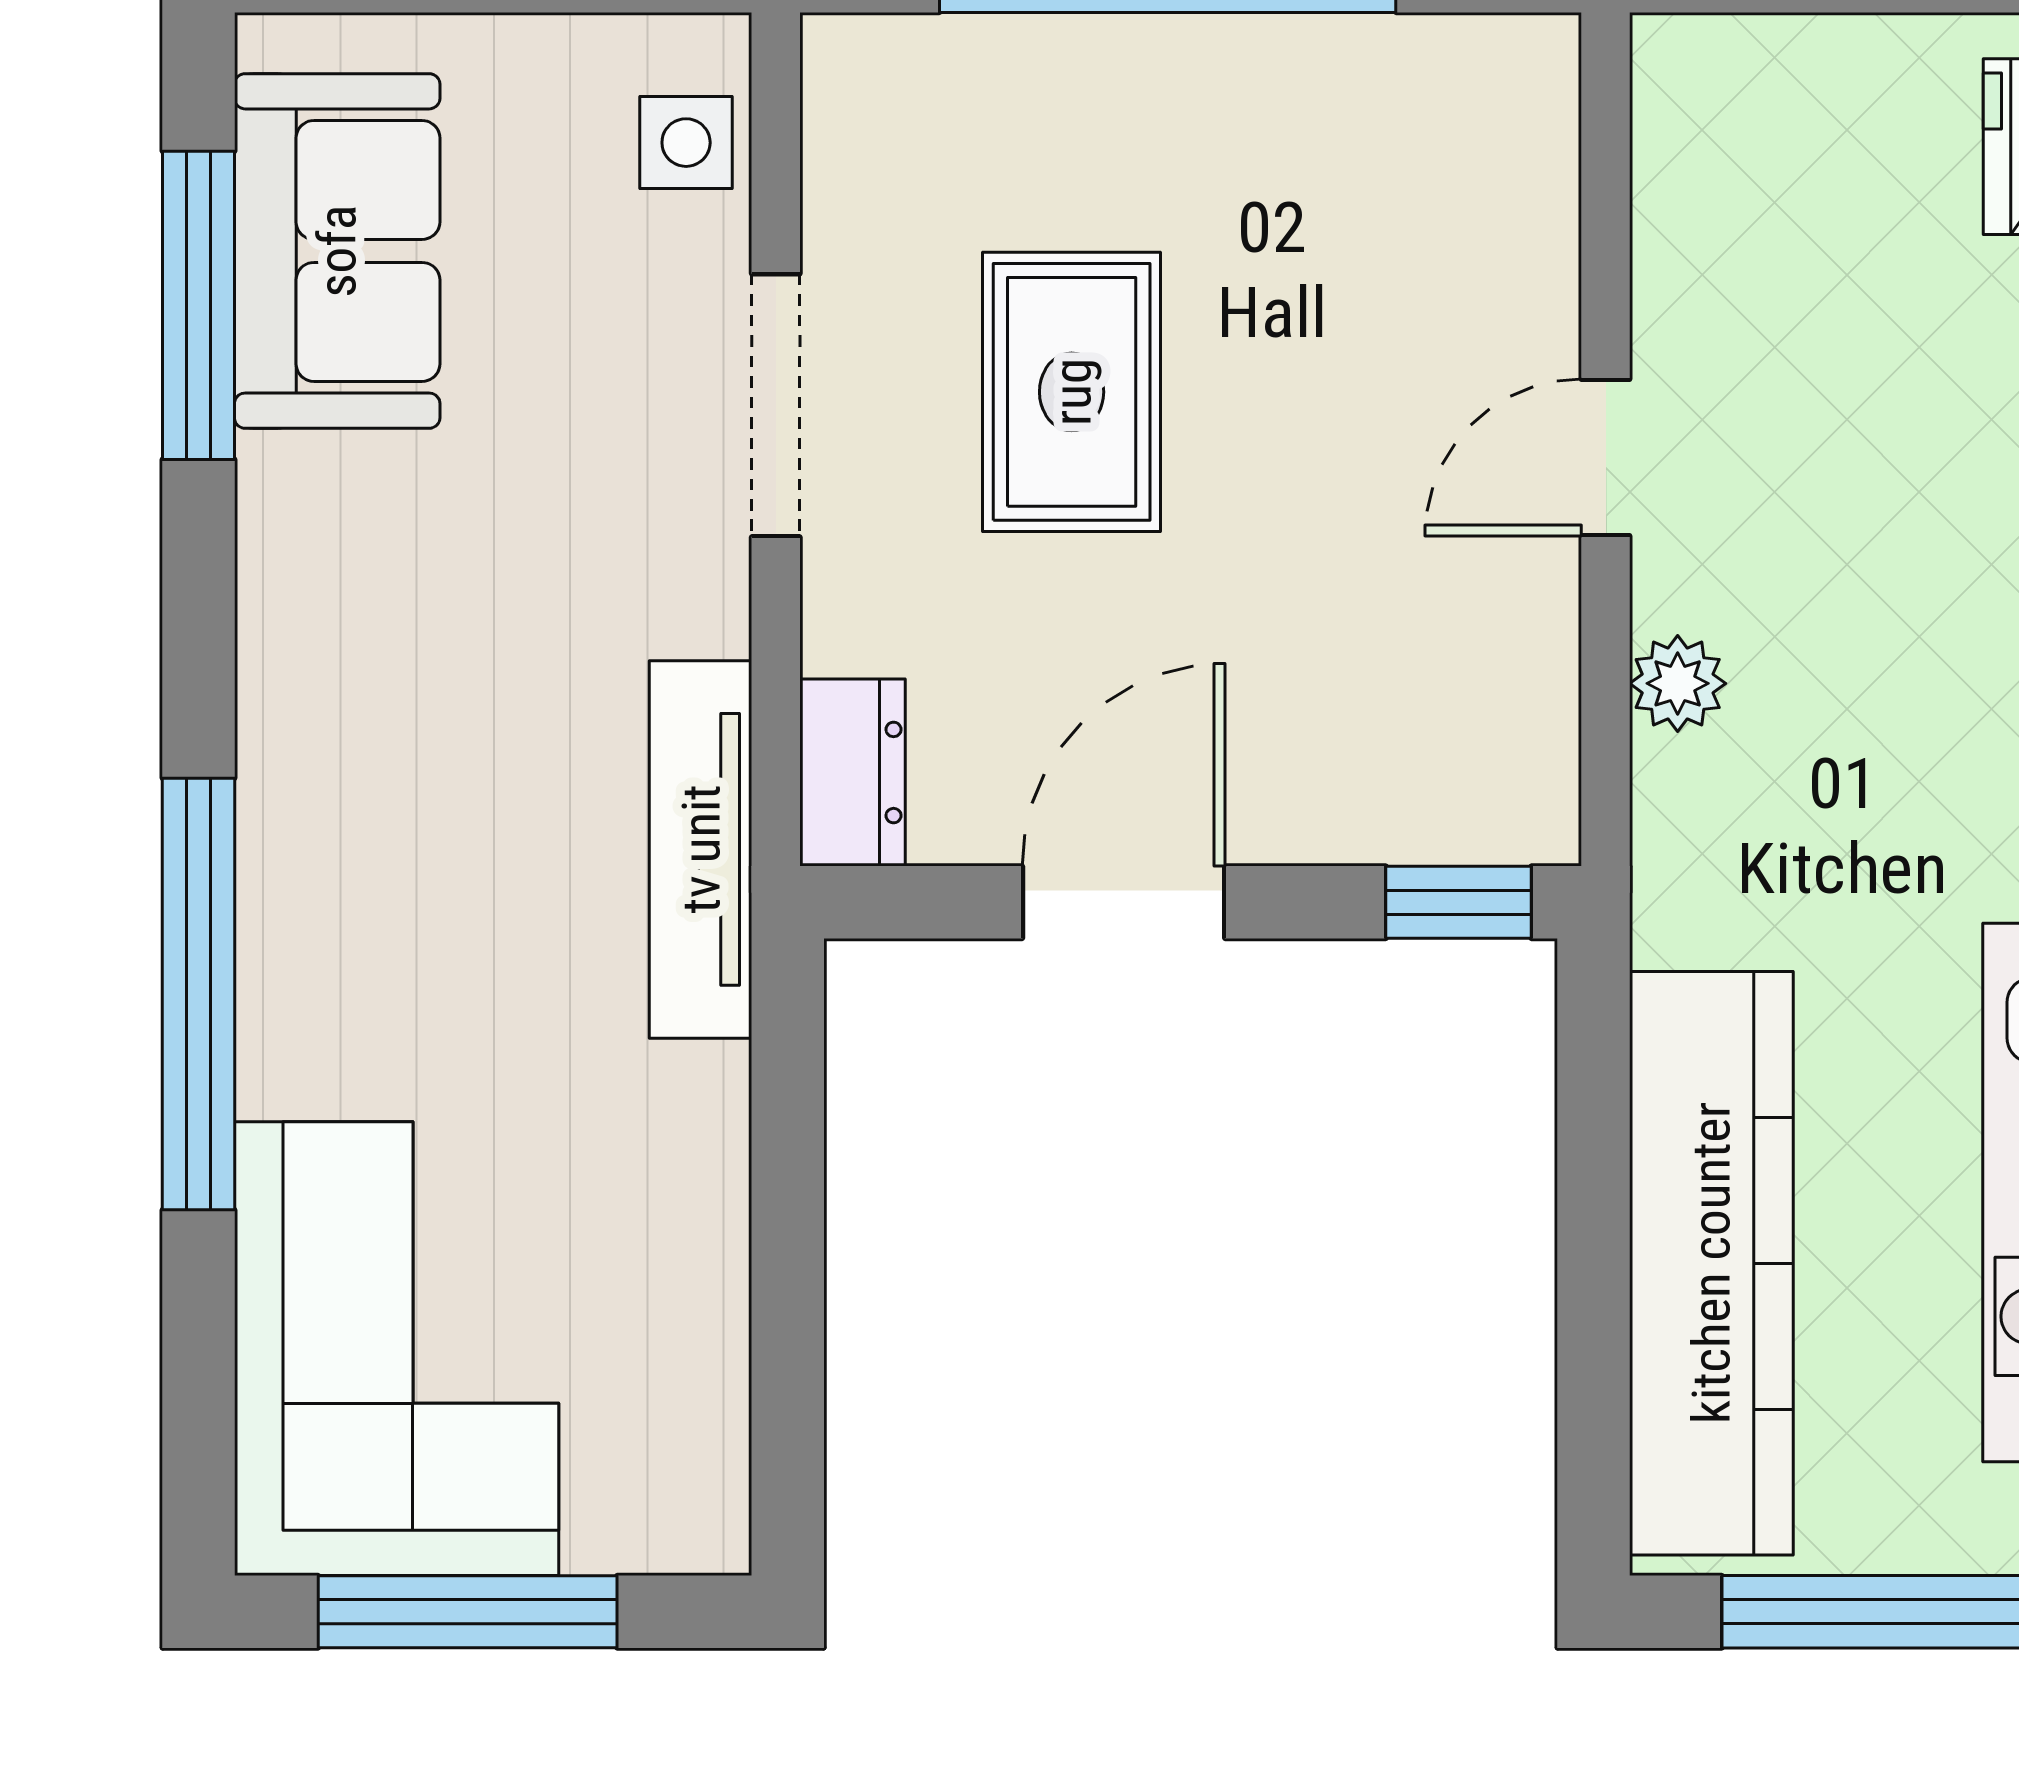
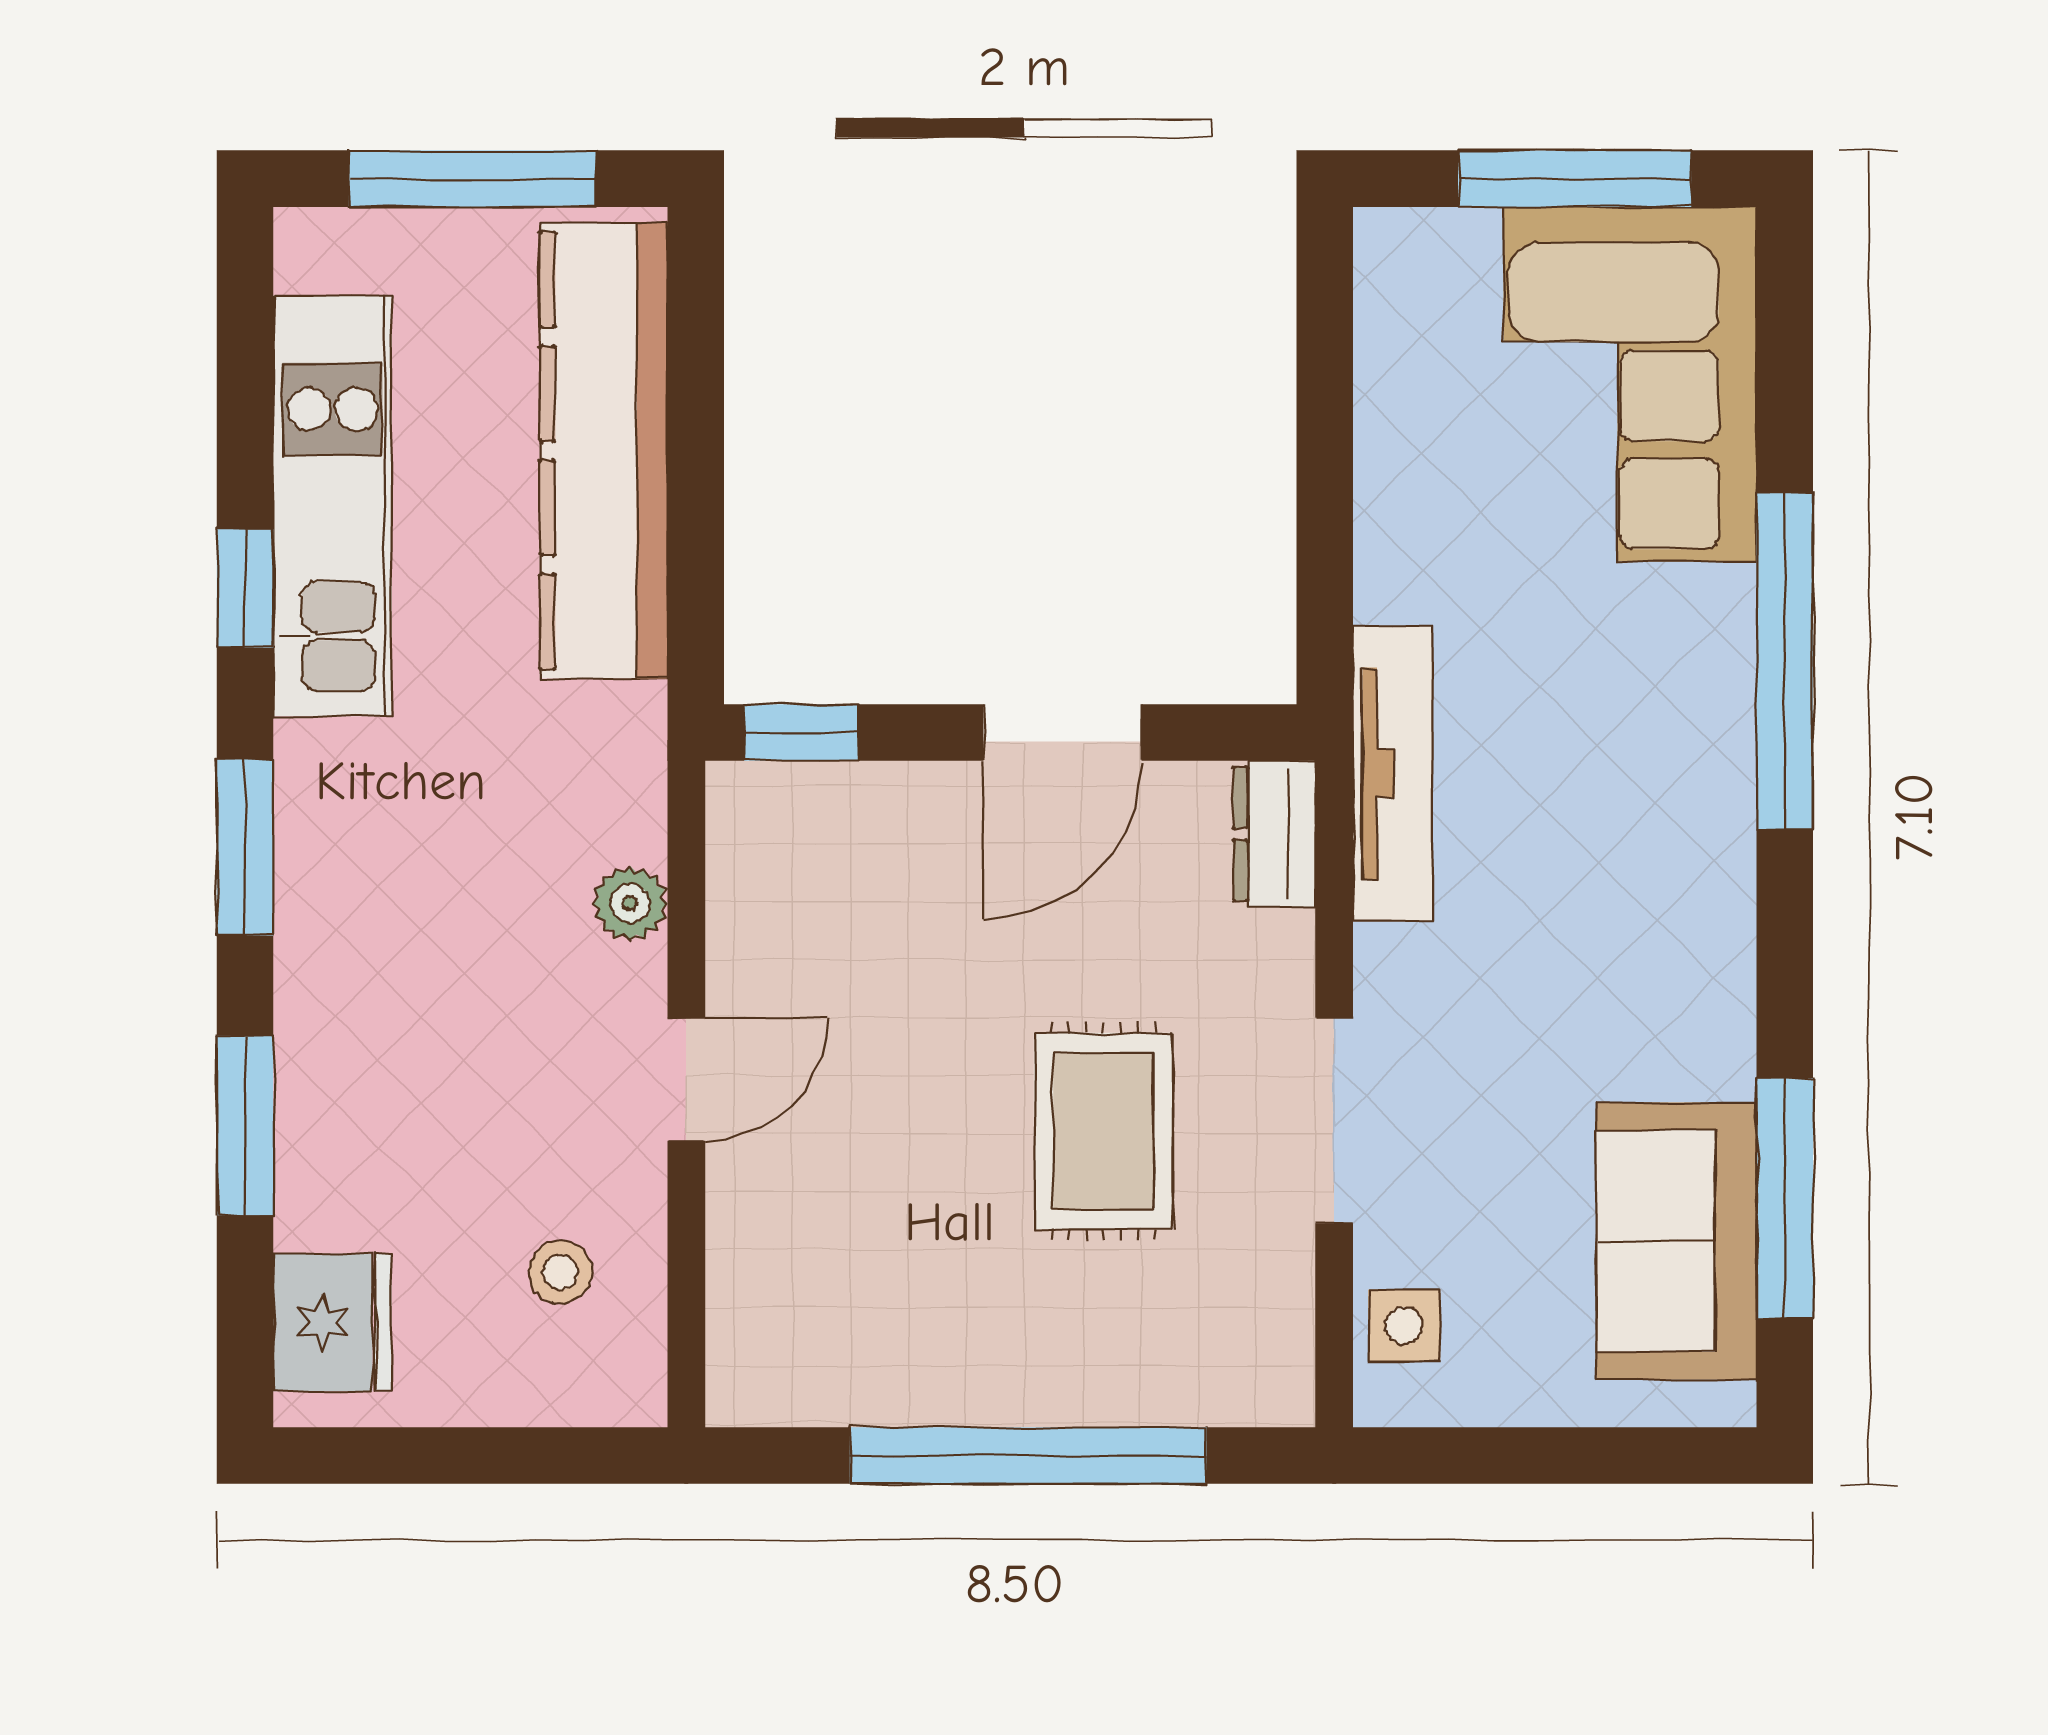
stool: (1767, 211) -> (560, 1272), added

